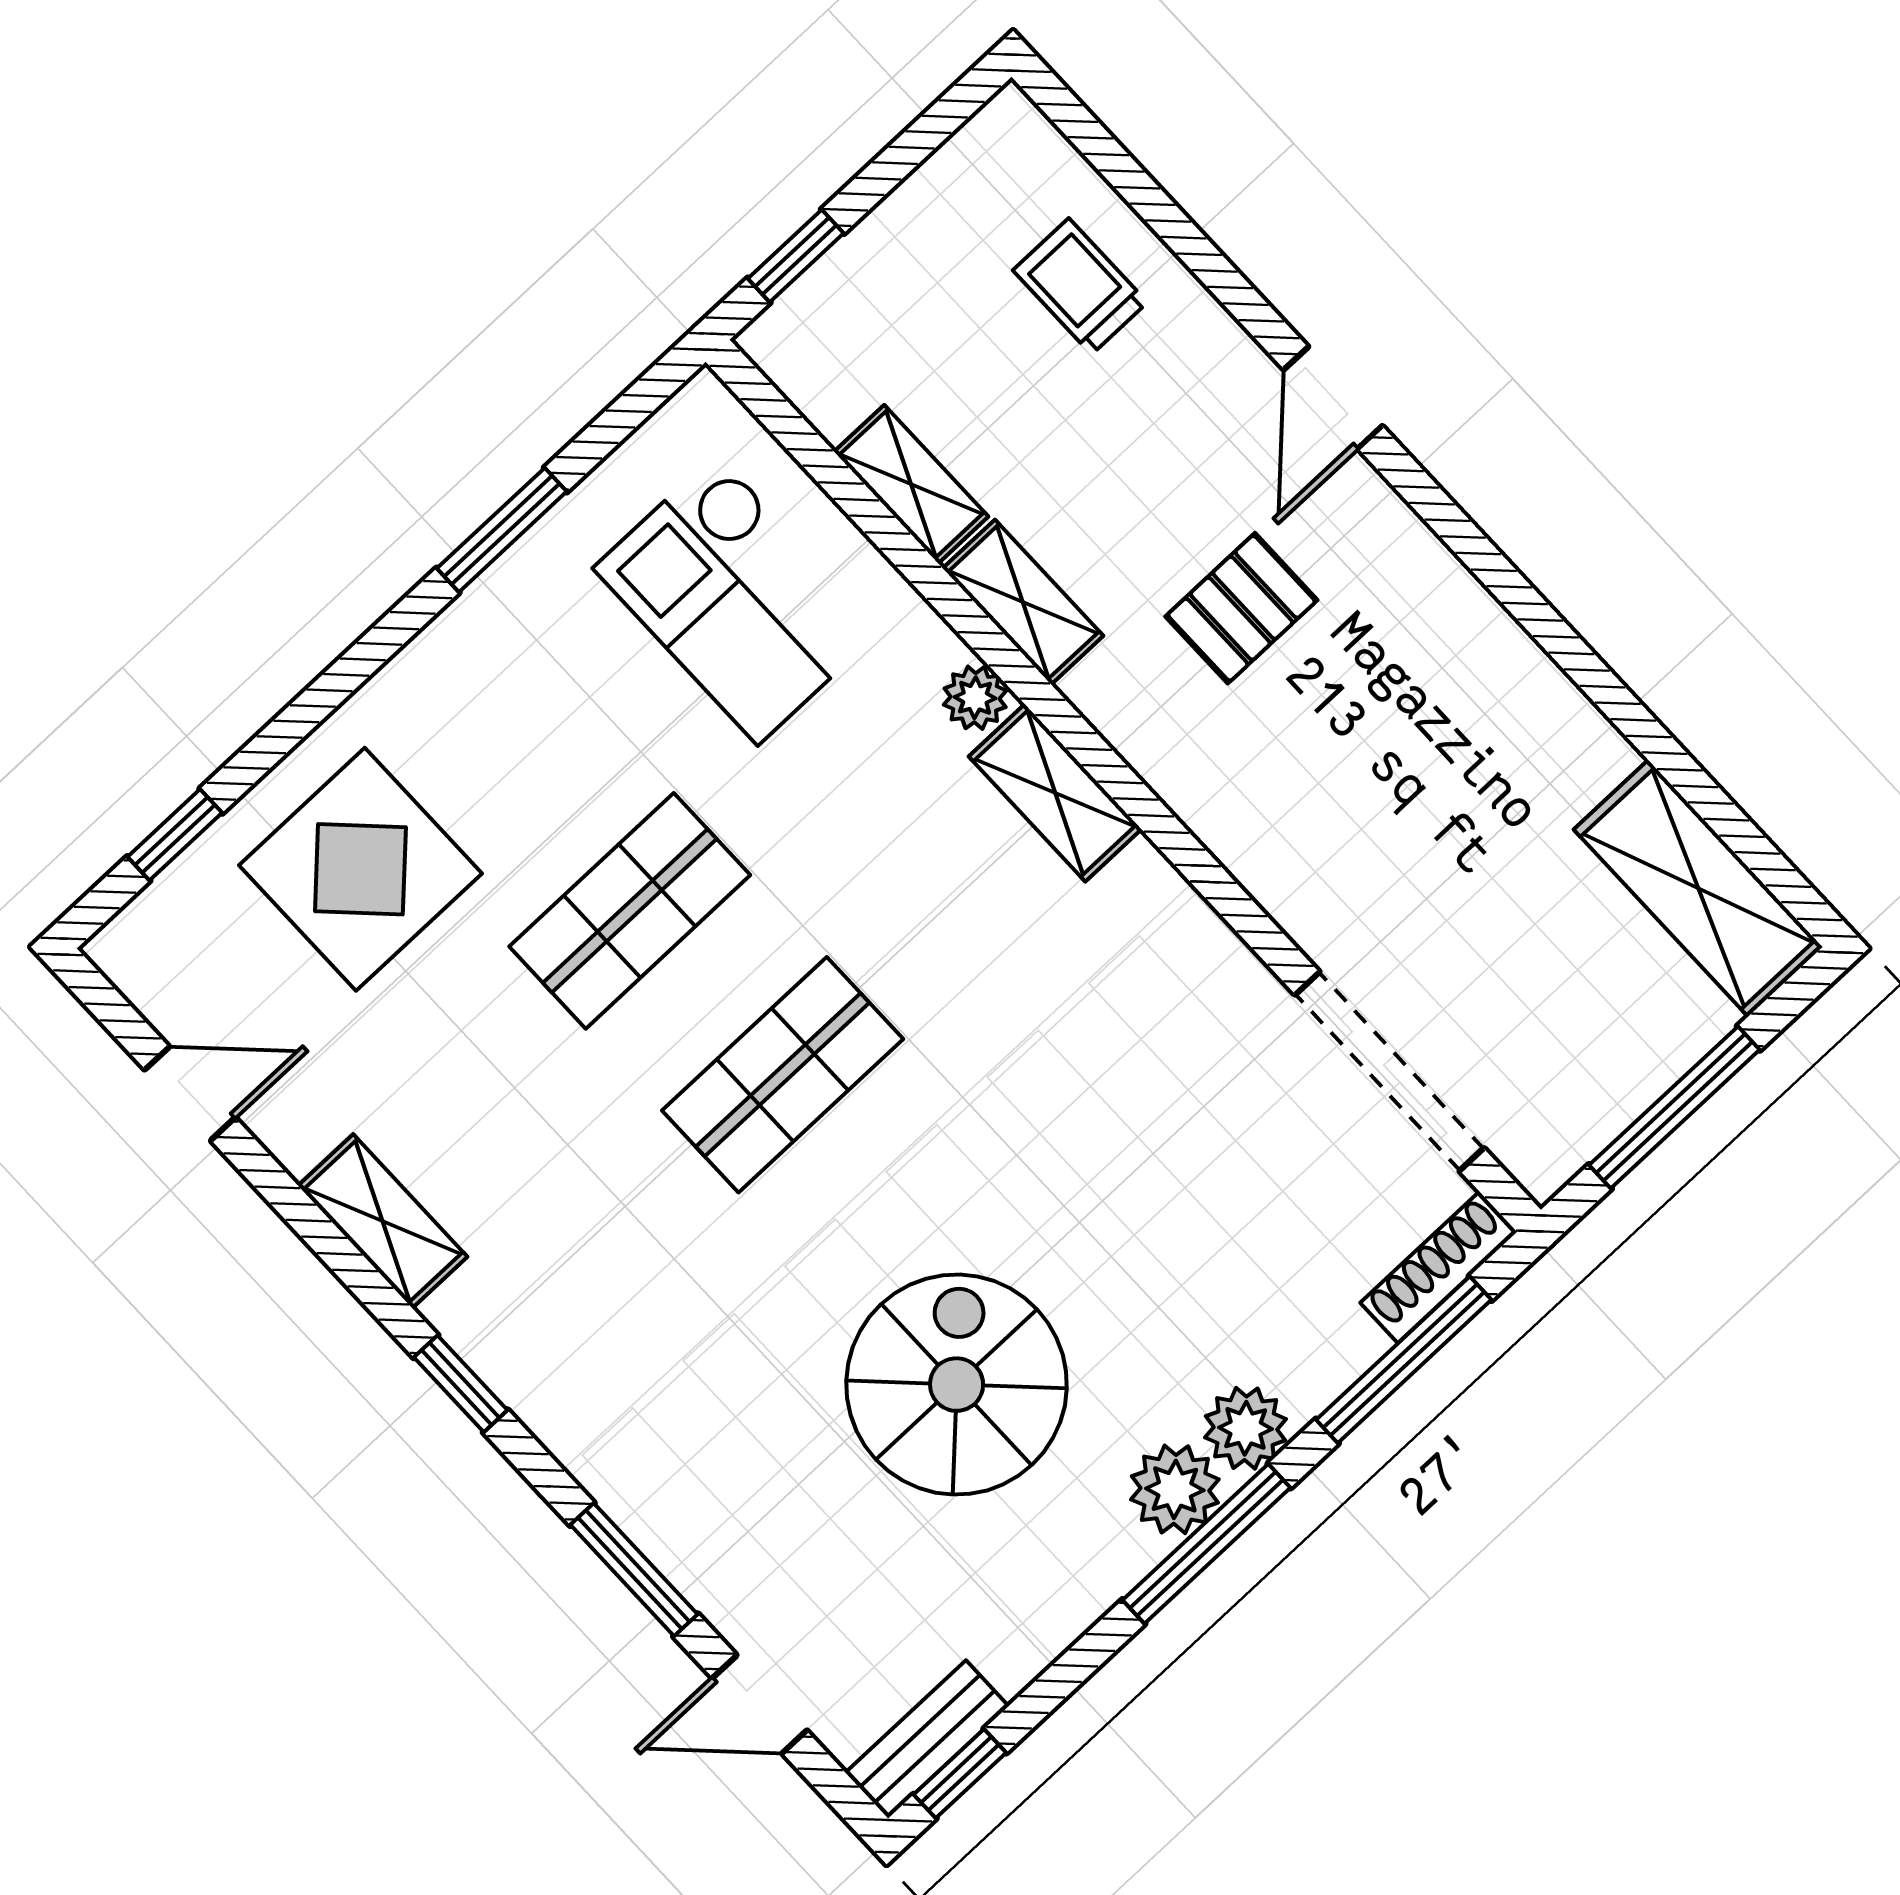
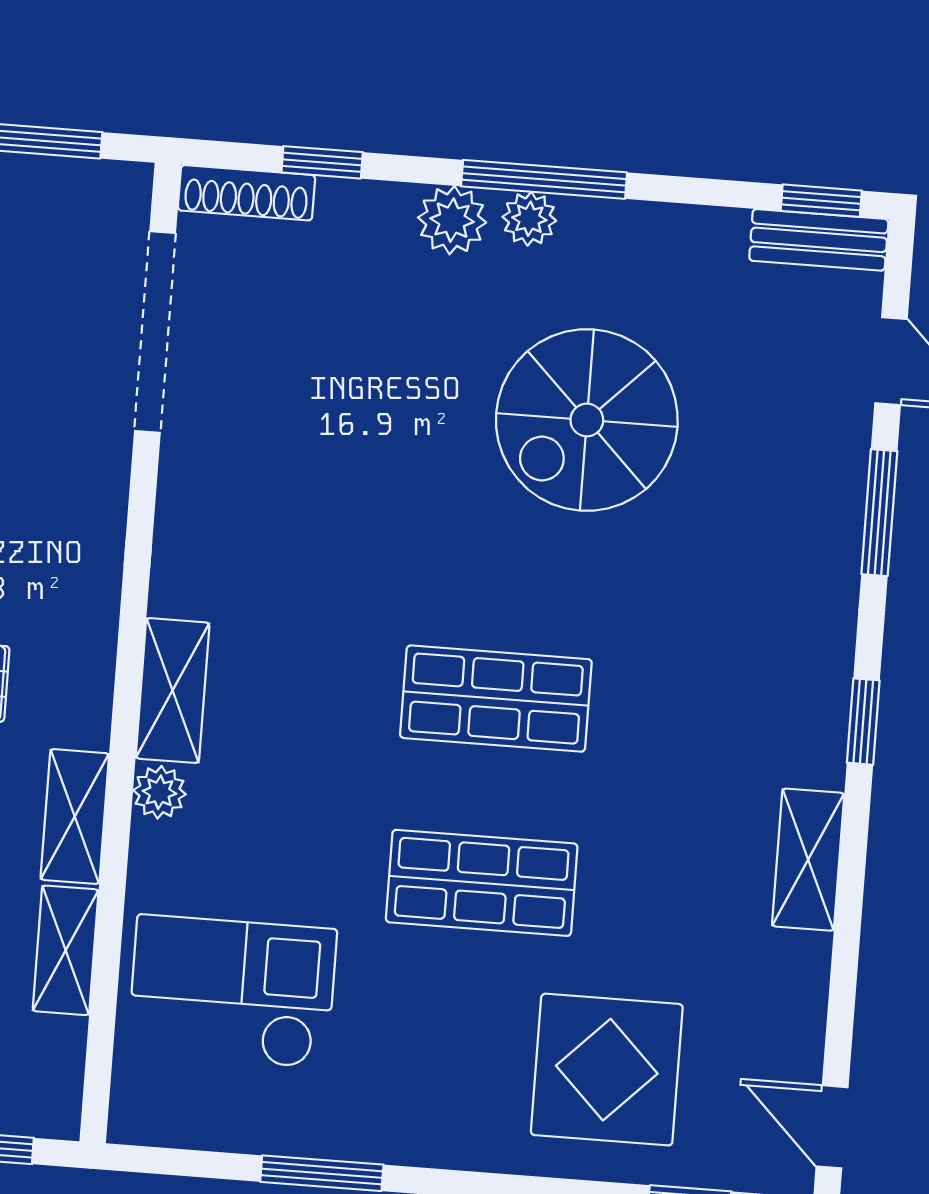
checkout: (737, 599) -> (232, 992), turned -90
door: (190, 1094) -> (832, 1127), moved
window: (1404, 1360) -> (322, 162), width x0.46
plant: (1175, 1489) -> (529, 219), width x0.73, depth x0.73

